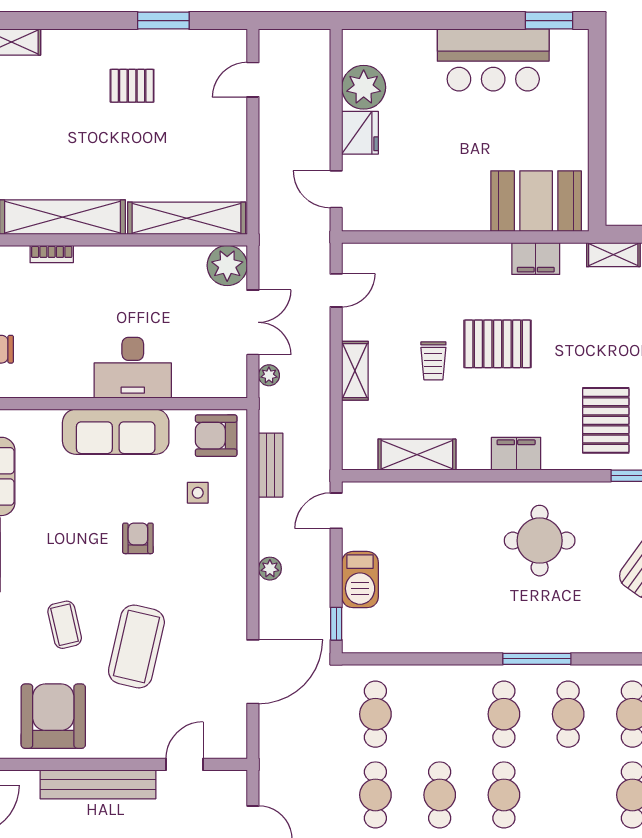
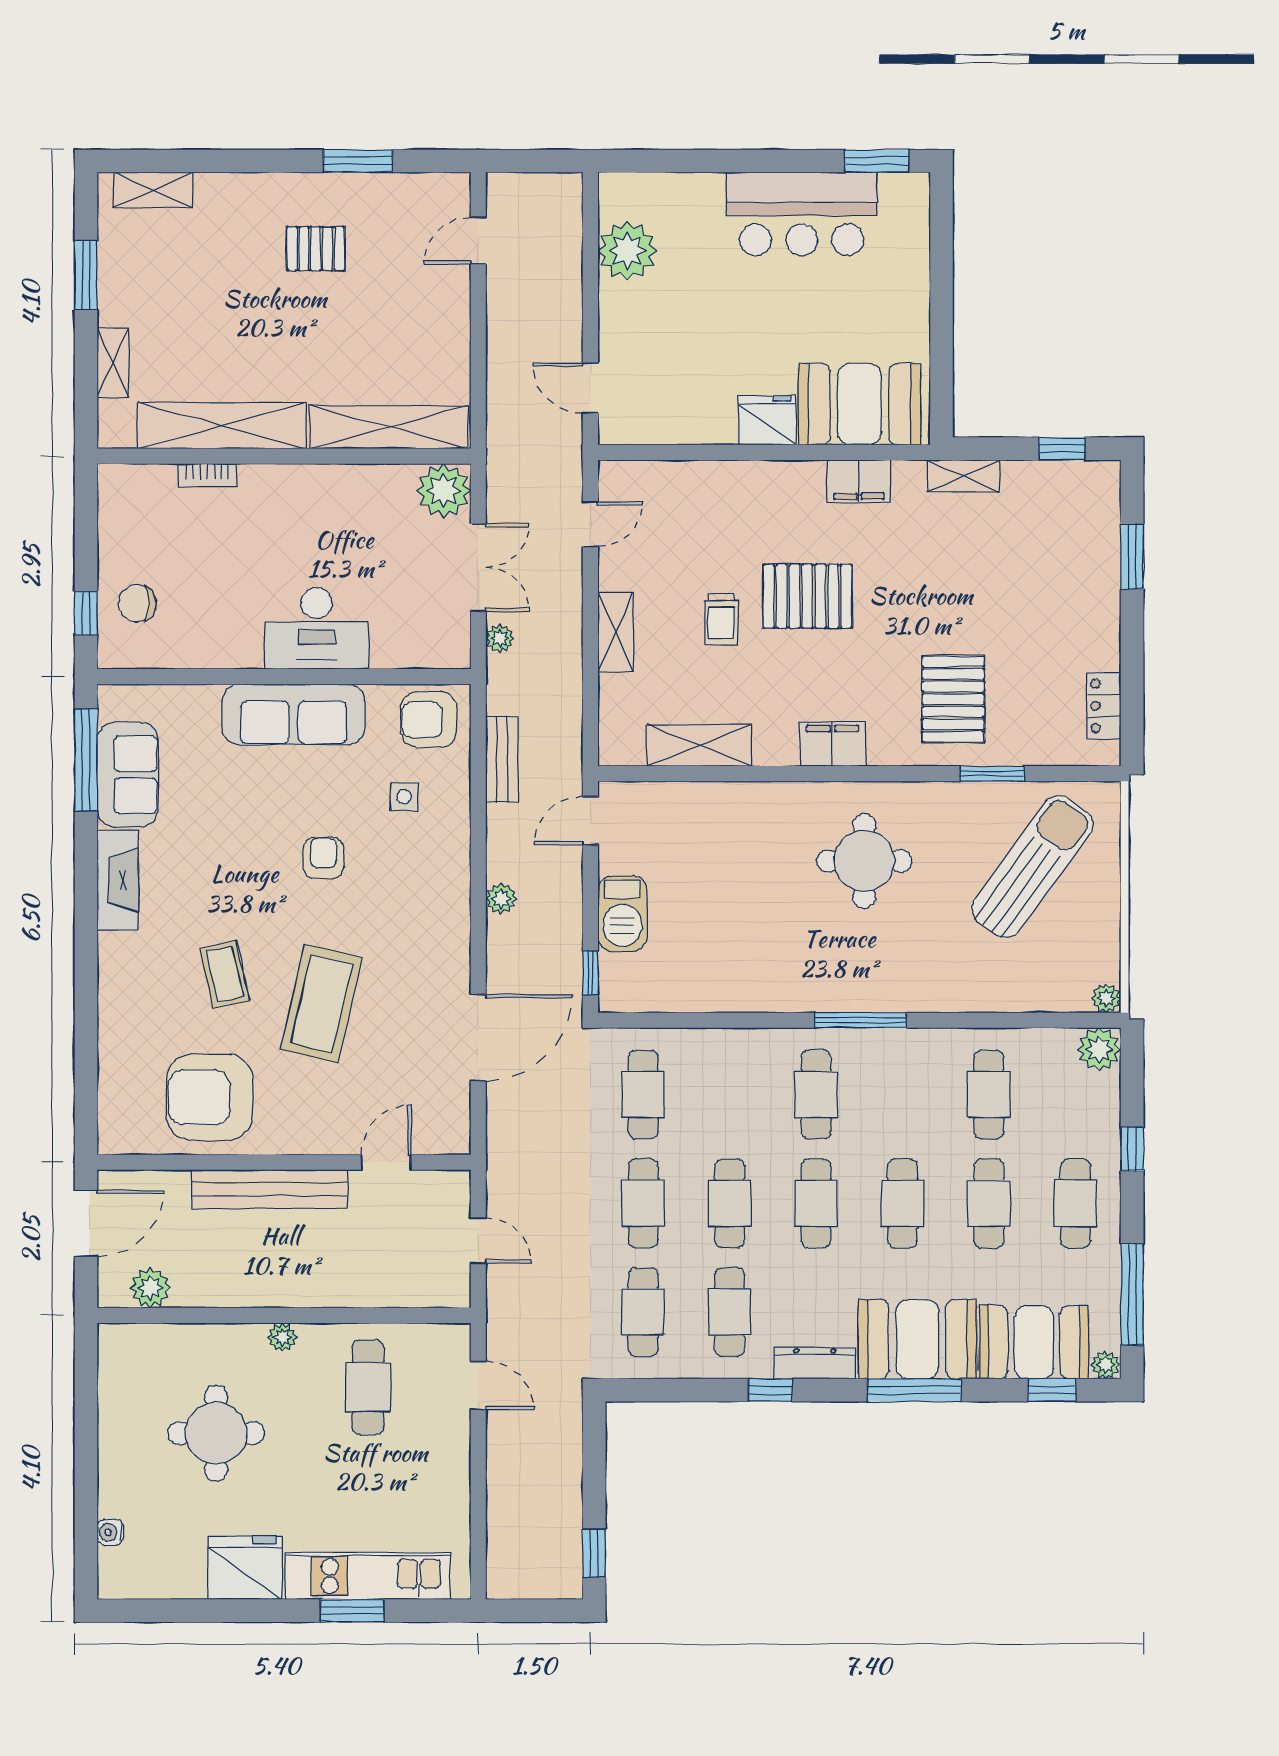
fridge: (360, 133) -> (767, 420), moved, turned -90
cafe table: (568, 714) -> (903, 1203), moved
armchair: (53, 716) -> (210, 1097), turned -90

